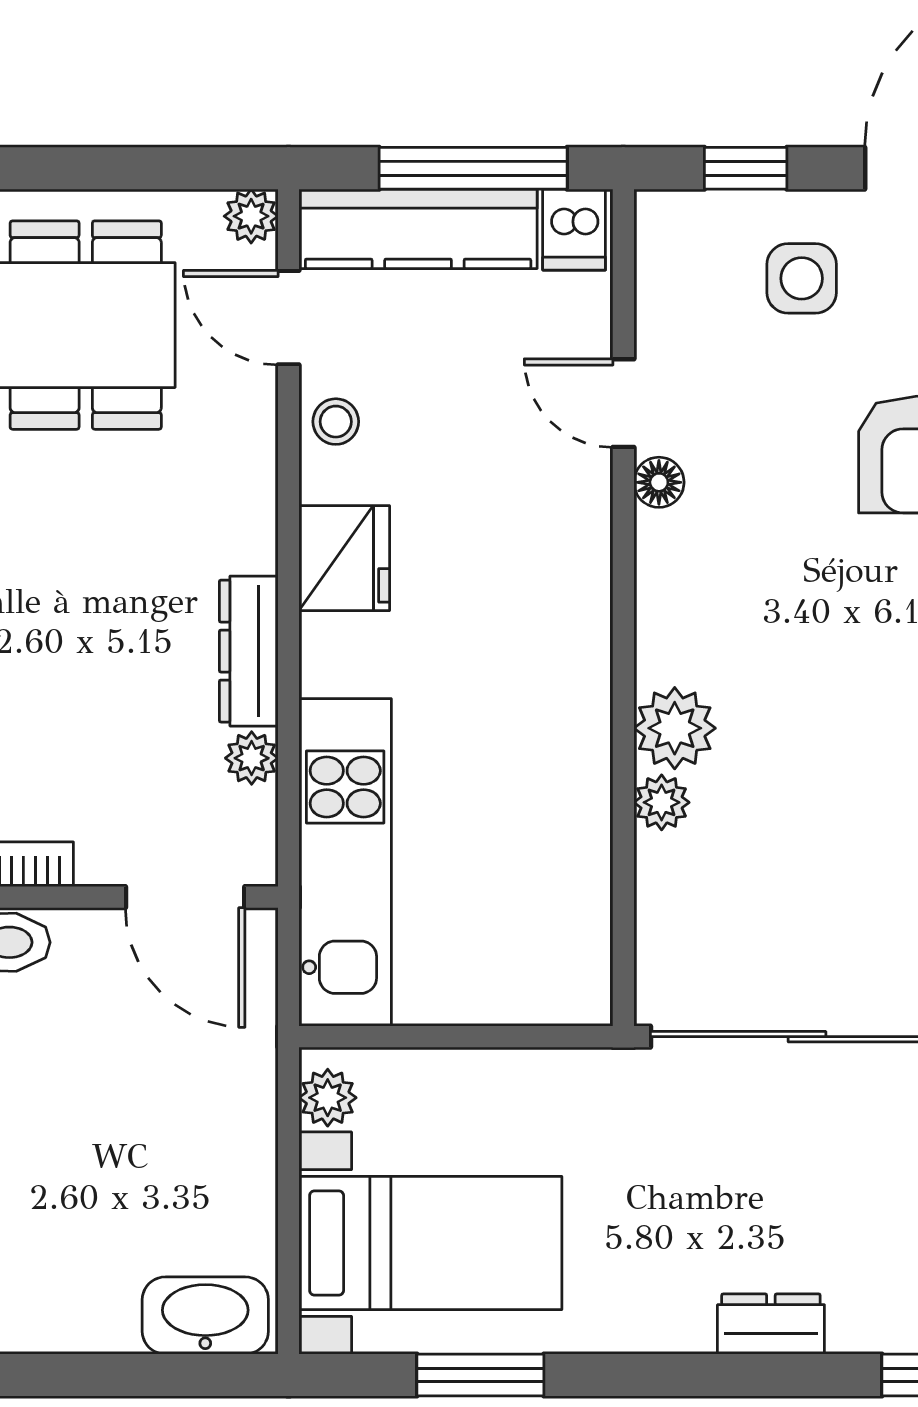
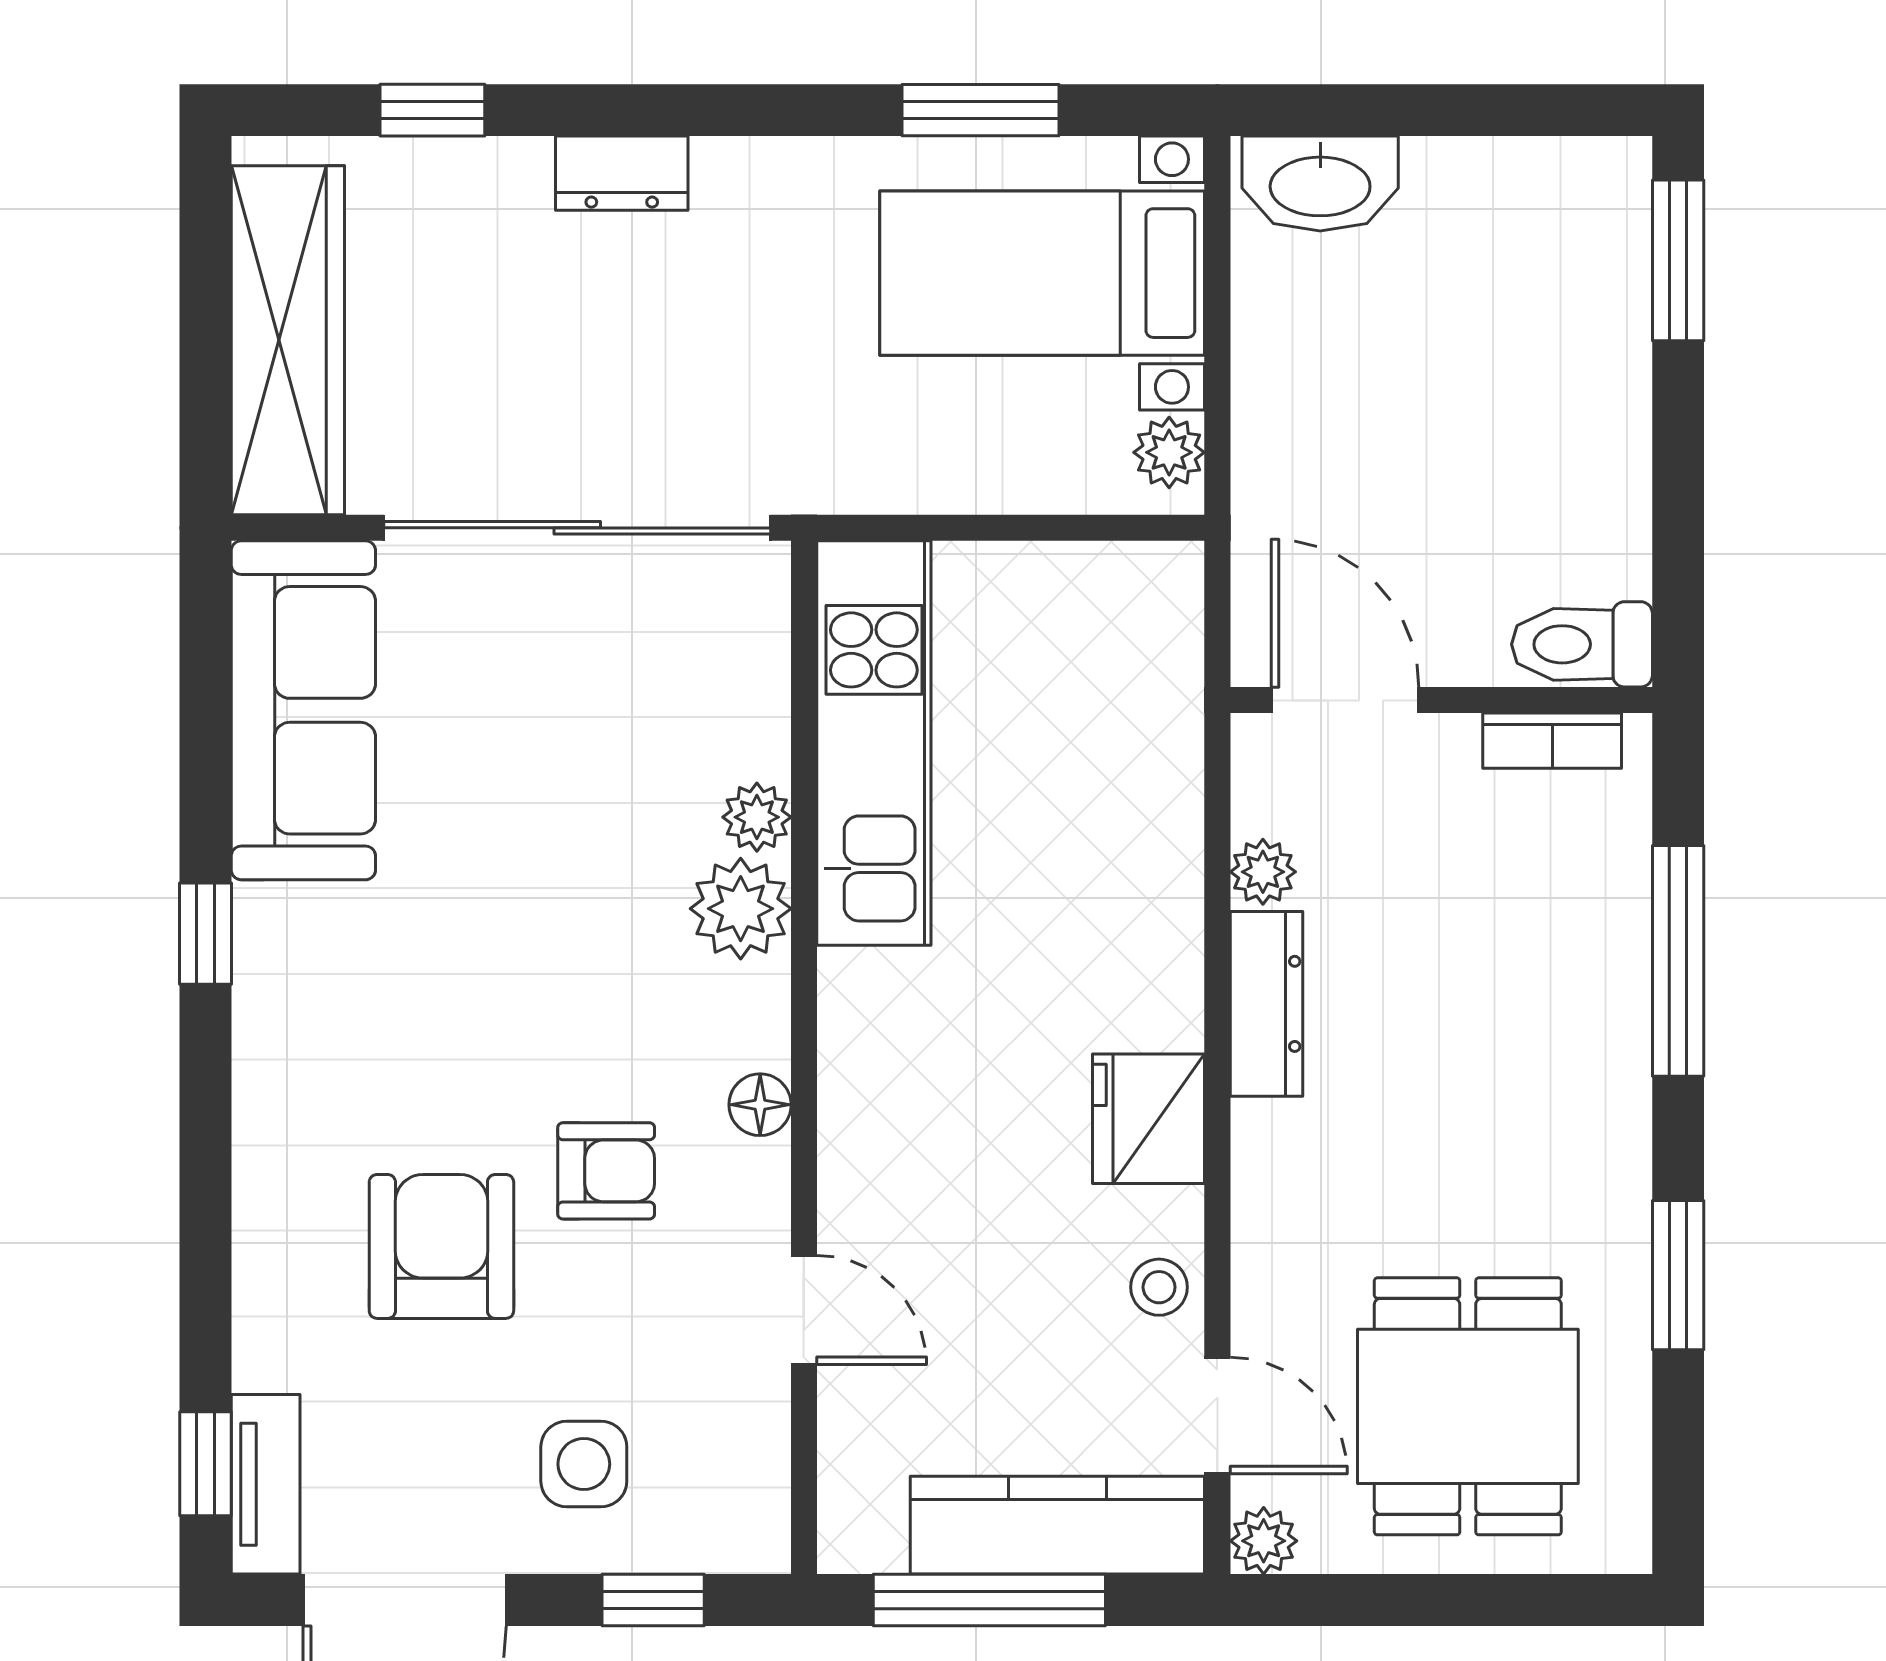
dishwasher: (574, 230) -> (865, 1524), removed
floor lamp: (659, 482) -> (760, 1105), moved
armchair: (784, 516) -> (606, 1171), added
kitchen unit: (345, 862) -> (874, 743), moved, turned 180

